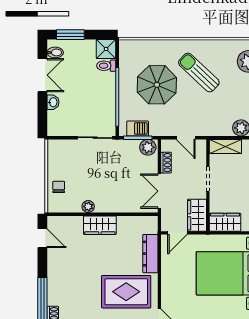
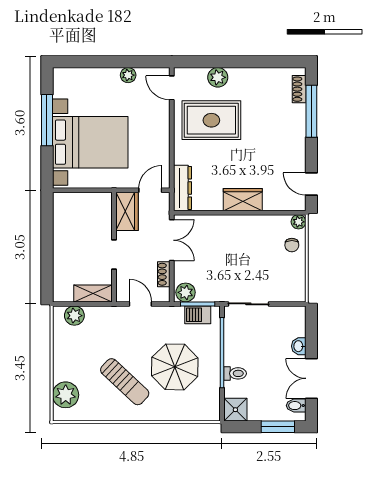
toilet: (106, 66) -> (235, 373), moved
plant: (88, 207) -> (299, 222), moved
wardrobe: (225, 222) -> (93, 203), removed
dresser: (150, 254) -> (183, 188), moved

